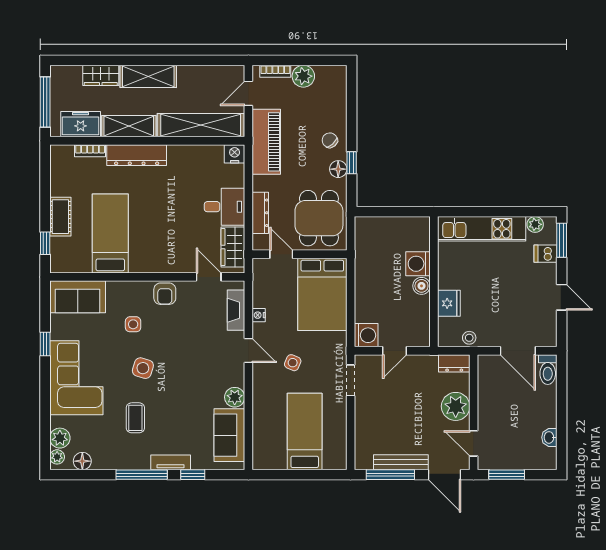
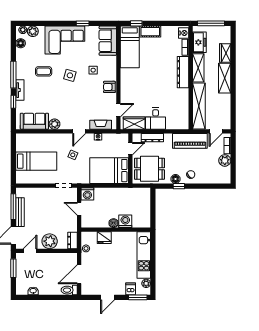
door: (248, 93) -> (216, 131), swing flipped
nightstand: (235, 154) -> (184, 33), moved
bed: (110, 234) -> (130, 47), moved, turned 90

